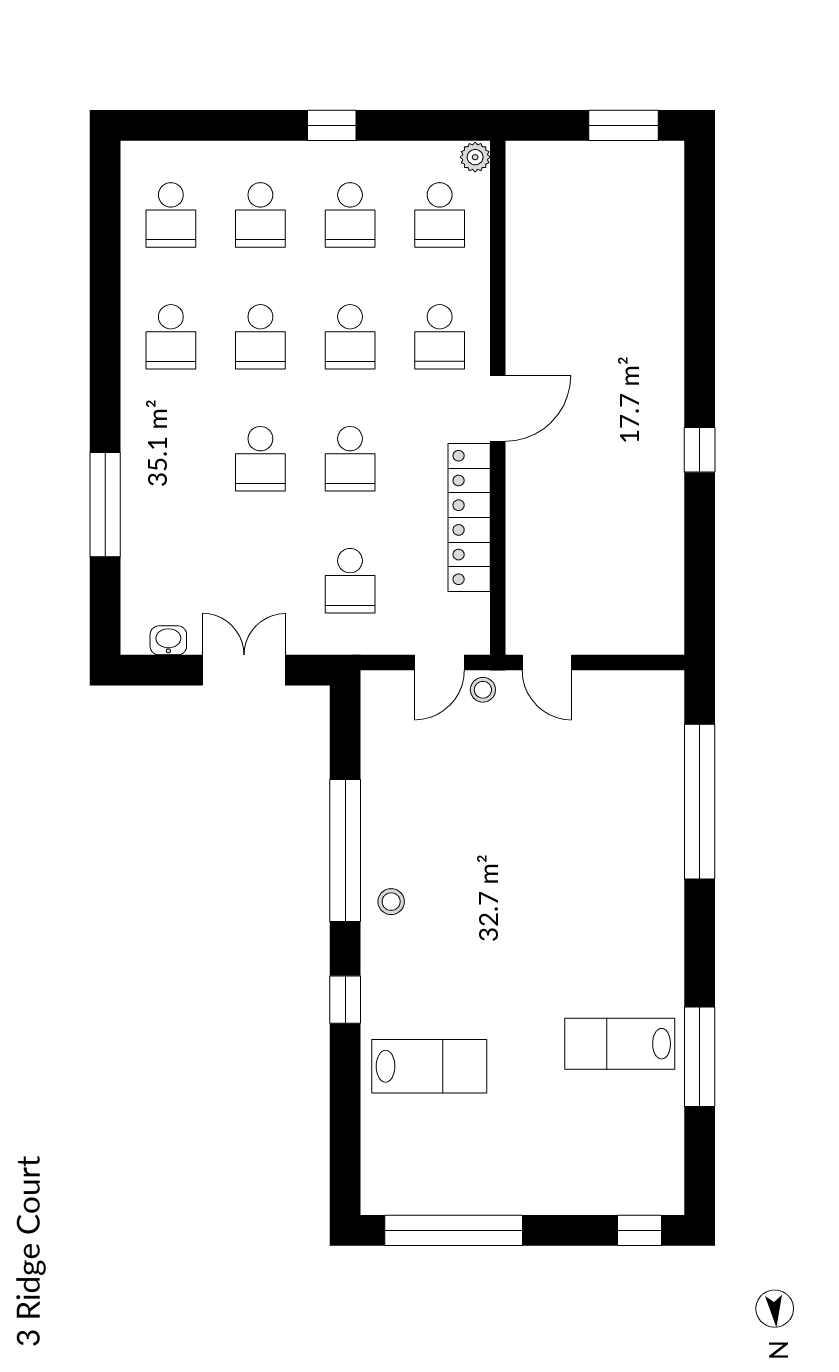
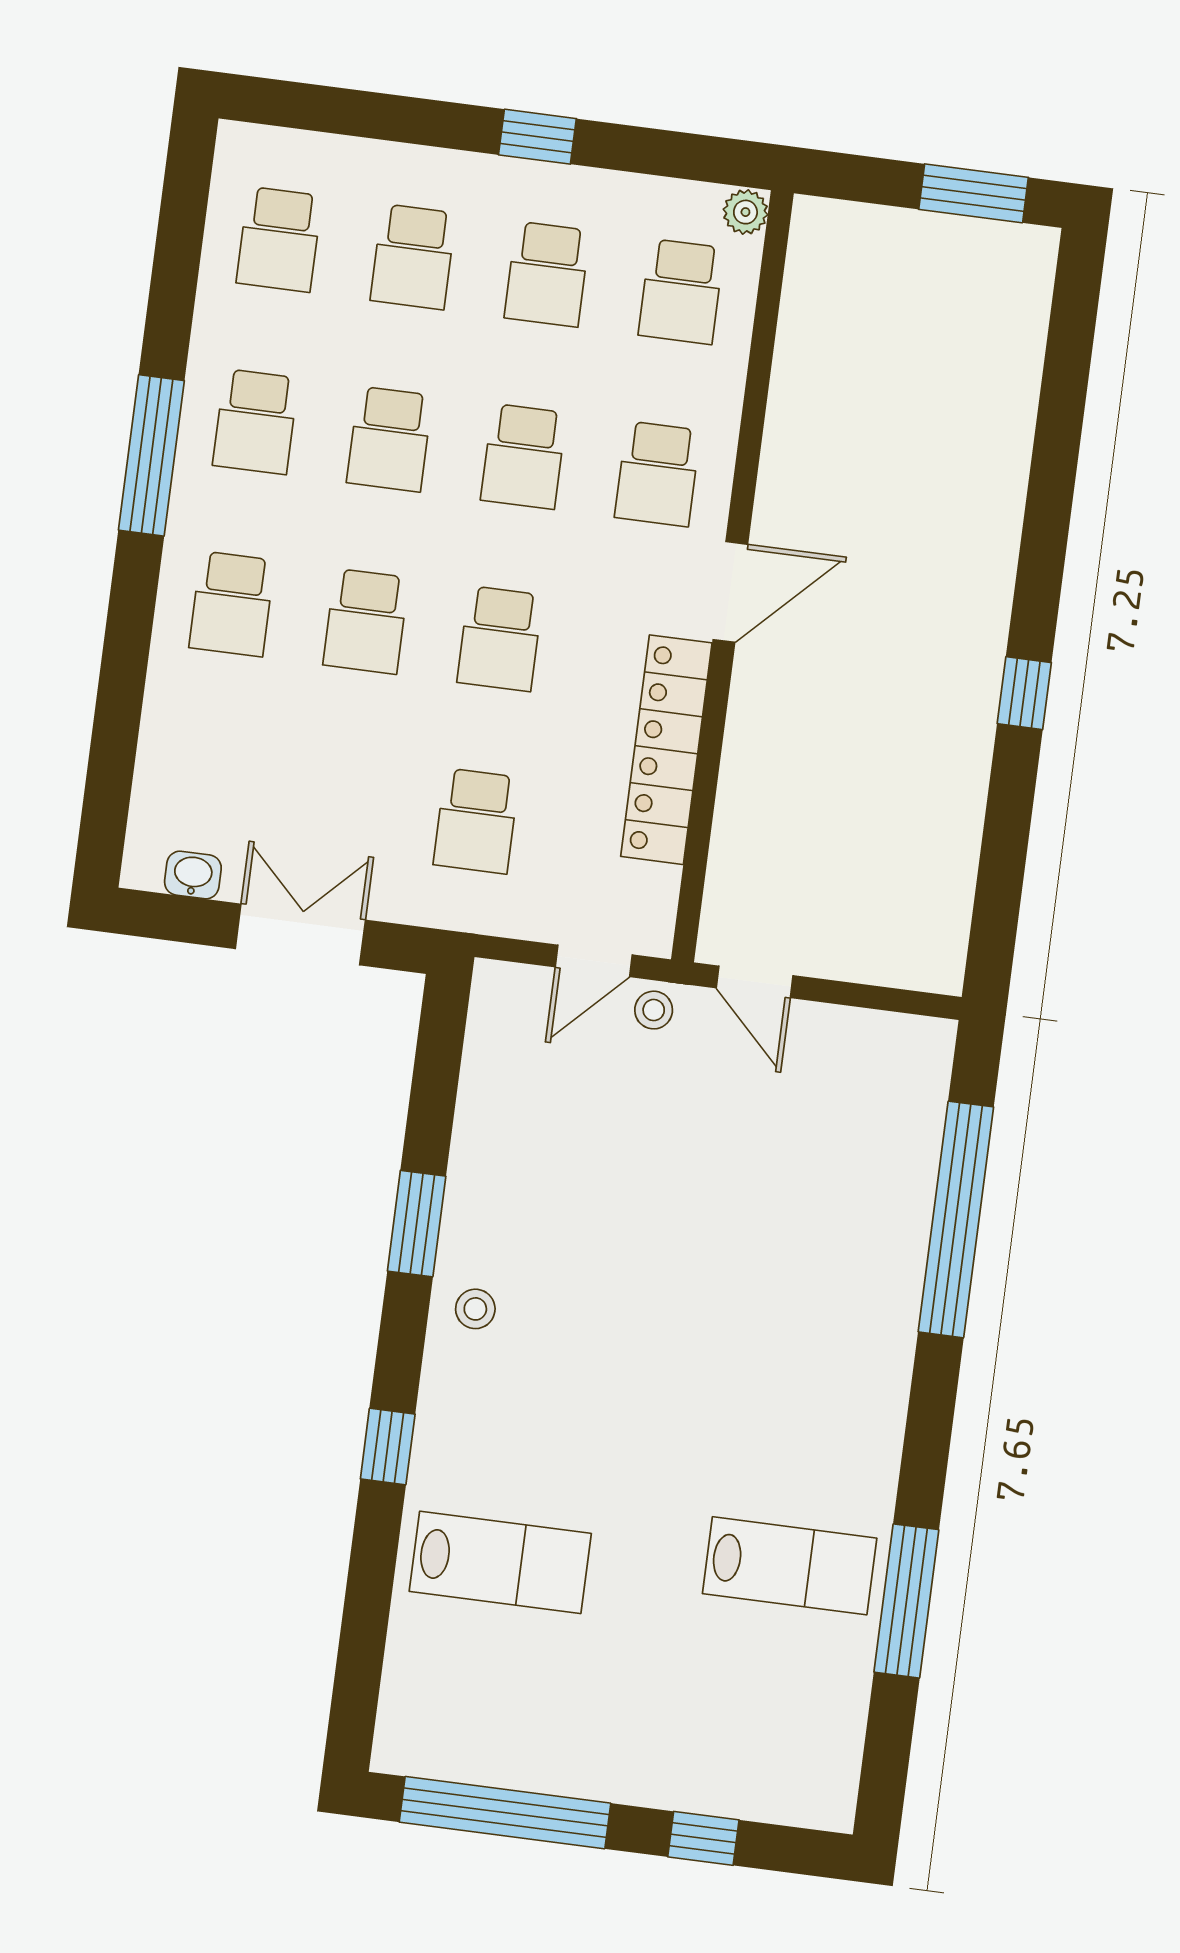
school desk: (171, 459) -> (232, 604), added
window: (105, 505) -> (151, 455), moved
window: (345, 851) -> (417, 1224), width x0.47
lab bench: (620, 1044) -> (790, 1566), turned 180
window: (639, 1230) -> (703, 1838), moved

